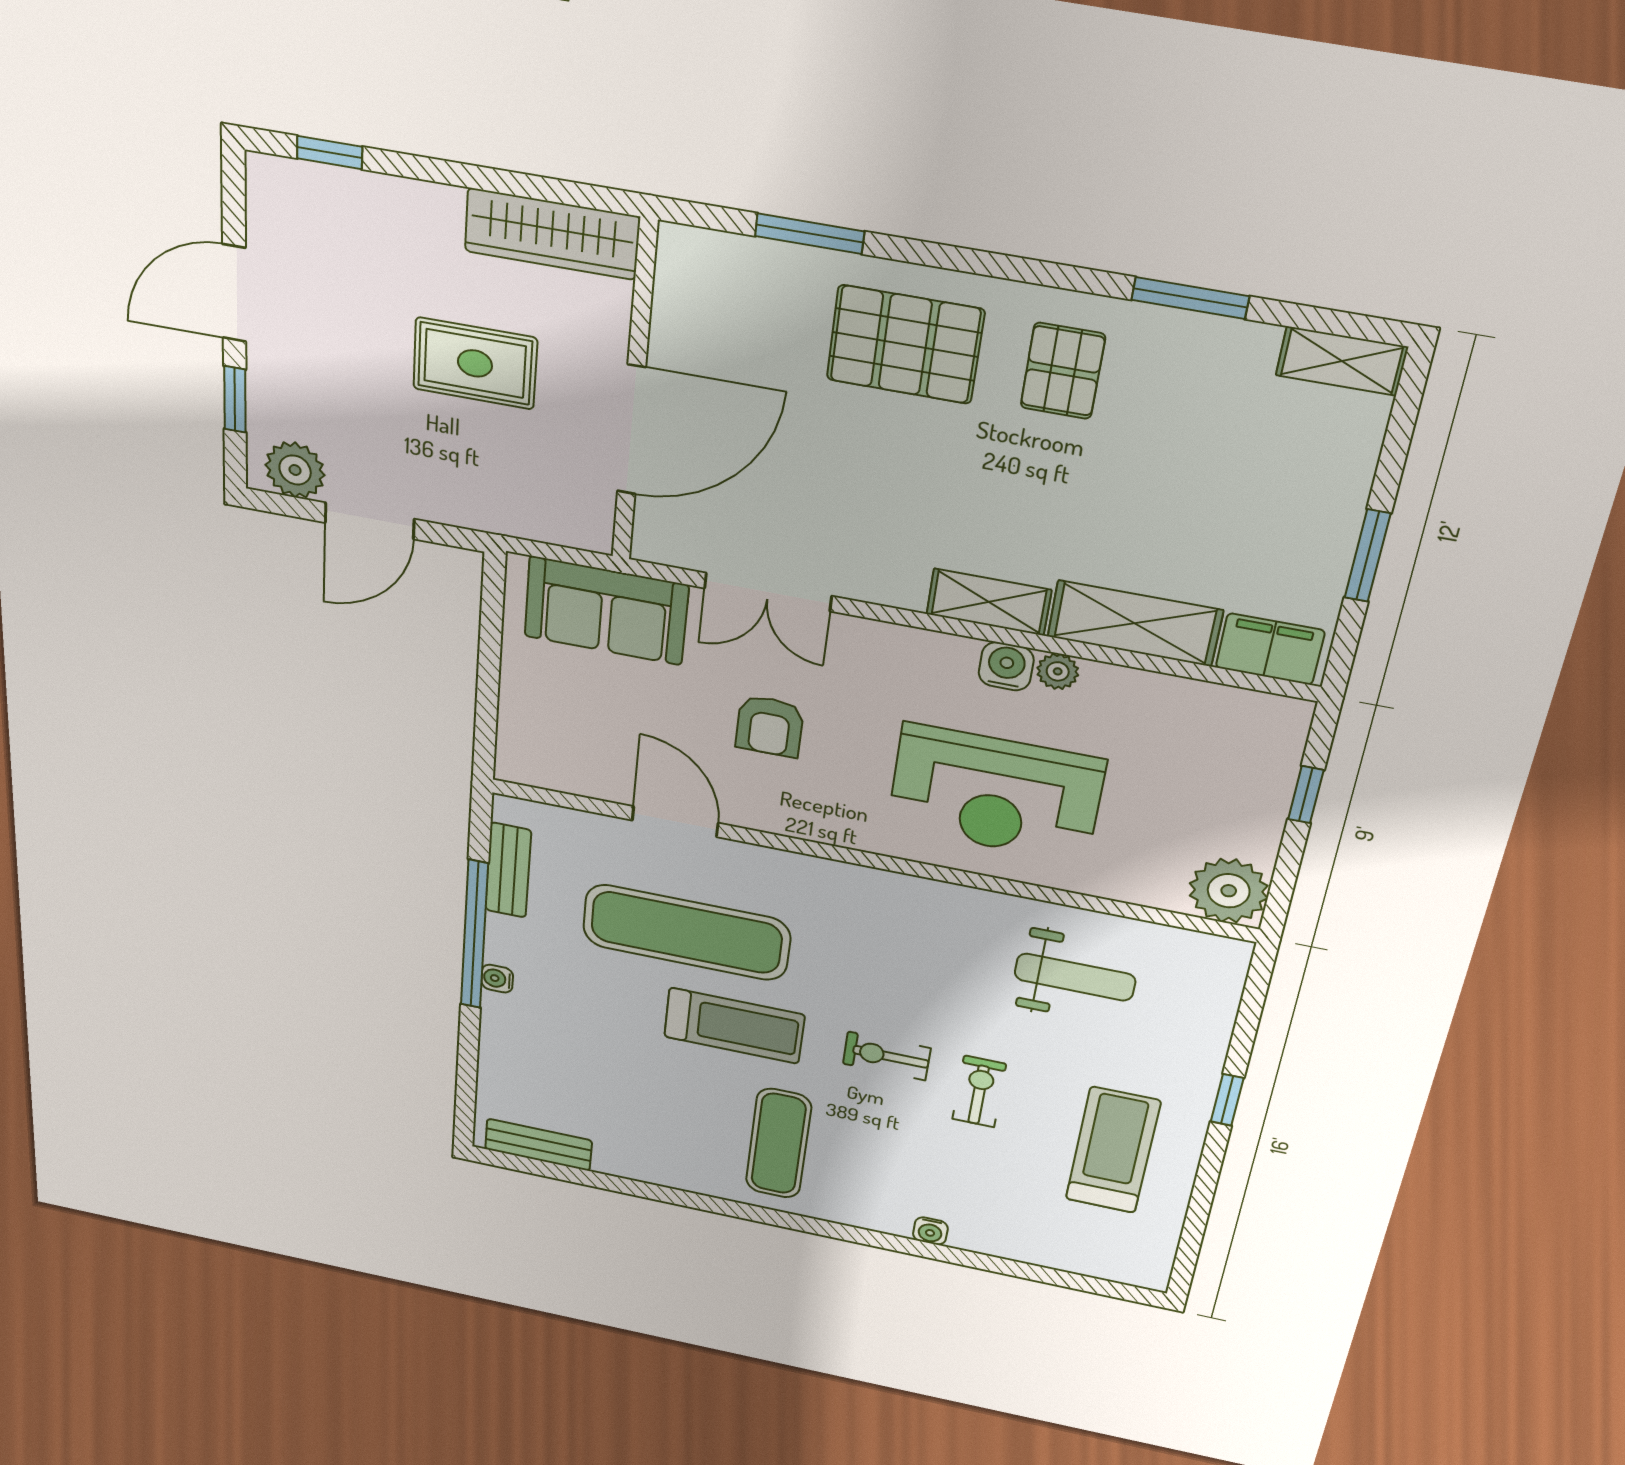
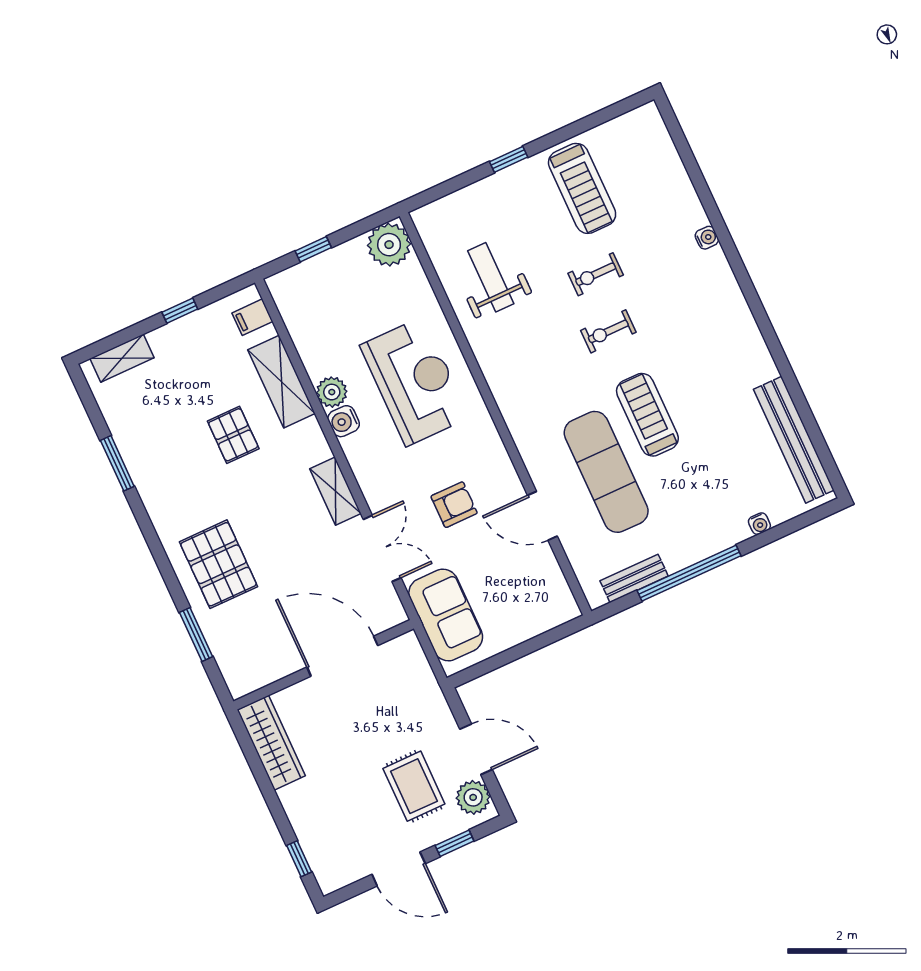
shelving: (1342, 361) -> (122, 358), moved, turned 90
rug: (475, 363) -> (414, 786), moved
pallet: (1063, 371) -> (233, 435), moved, turned 90
window: (1368, 556) -> (180, 311), width x0.67
shelving: (989, 602) -> (335, 491), moved
filing cabinet: (1270, 649) -> (252, 317), width x0.50
plant: (1058, 671) -> (332, 392), width x1.38, depth x1.38
door: (675, 822) -> (542, 516), hinge flipped
water cooler: (497, 979) -> (759, 524), moved
exercise bike: (887, 1056) -> (608, 331), turned 90
exercise mat: (778, 1144) -> (708, 347), removed
bench: (538, 1145) -> (794, 440), width x1.86, depth x1.21
treadmill: (1113, 1150) -> (582, 188), turned -90

